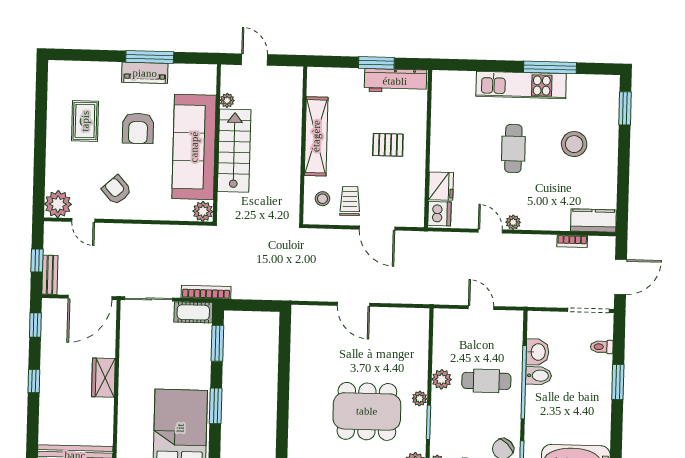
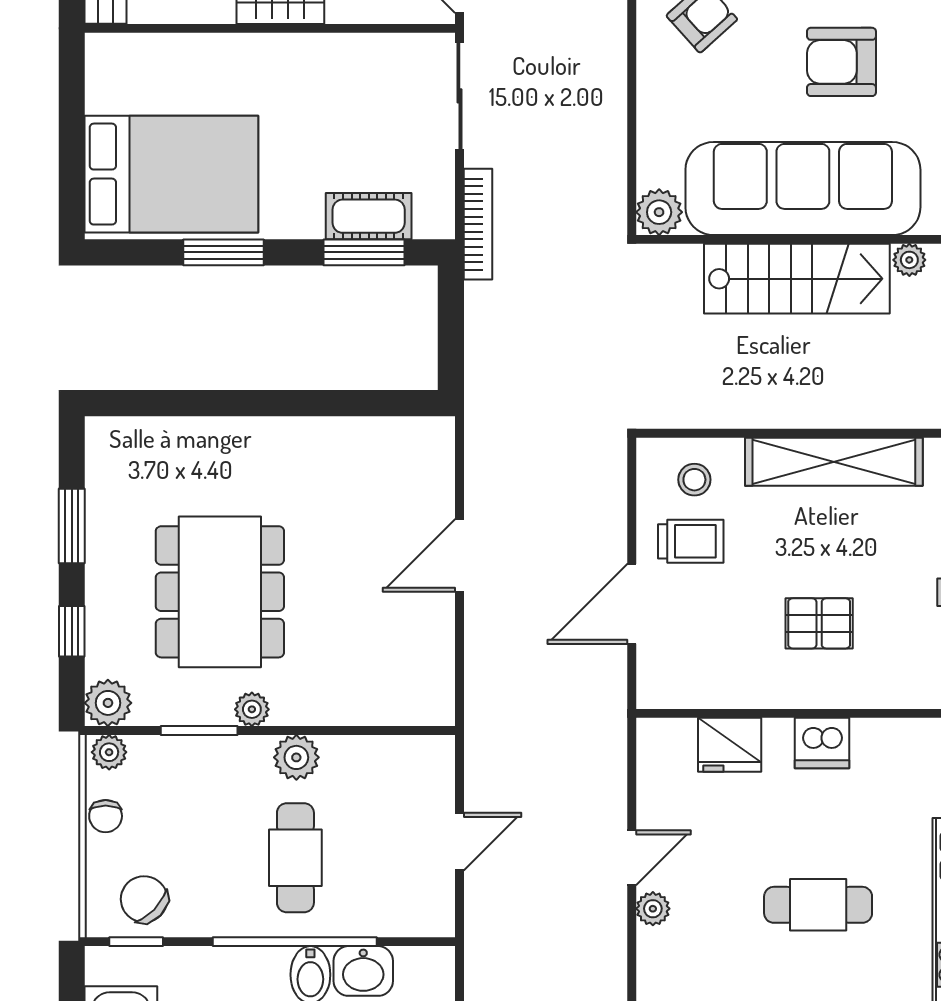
pallet: (388, 145) -> (819, 623), turned 90
dishwasher: (439, 214) -> (822, 743), moved
cot: (193, 312) -> (369, 216), moved, turned 90

